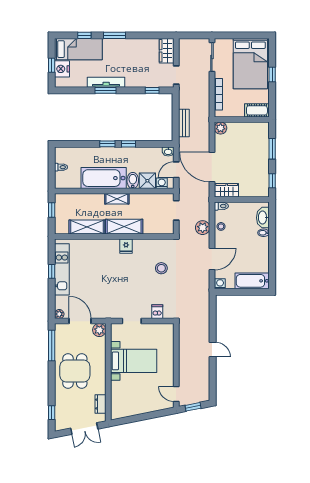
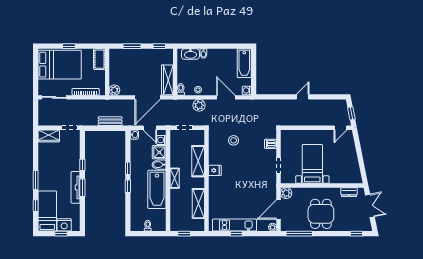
window: (152, 90) -> (82, 165), moved
wardrobe: (227, 190) -> (167, 80), width x1.50
shelving: (124, 227) -> (198, 161), moved
dining table: (75, 371) -> (321, 214), turned 90

